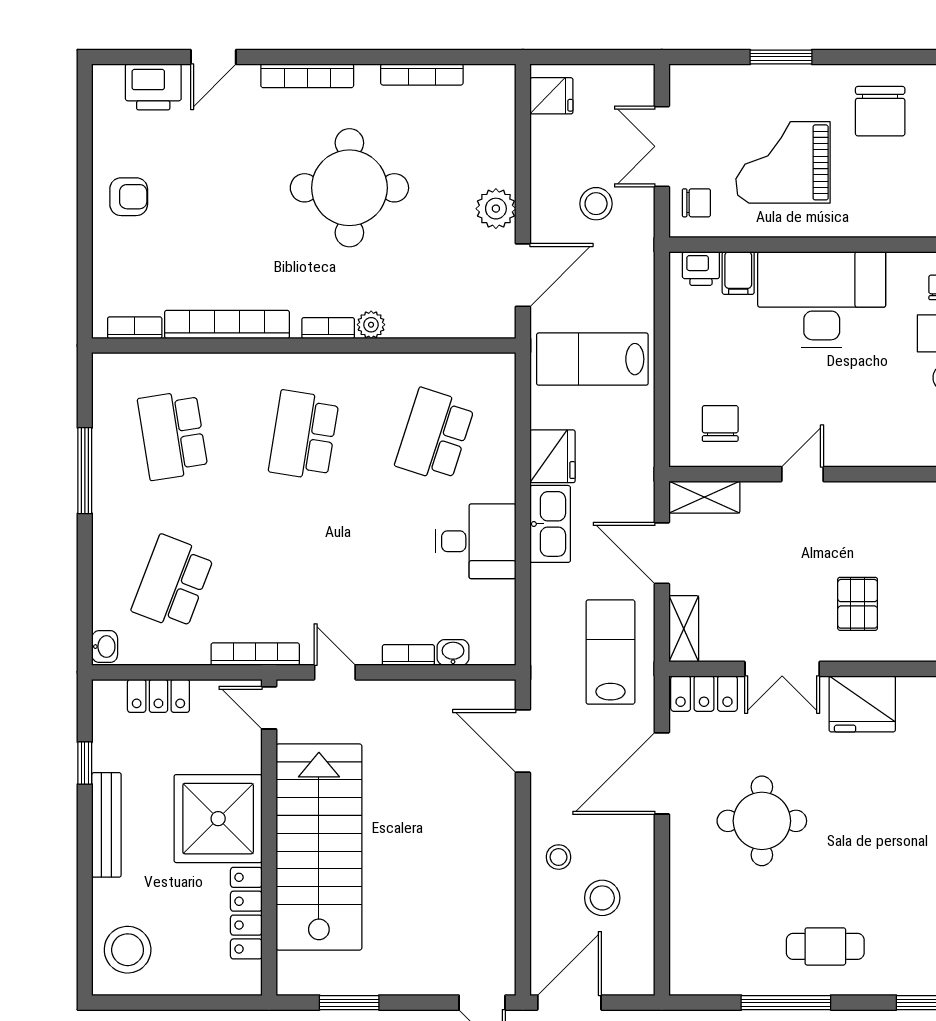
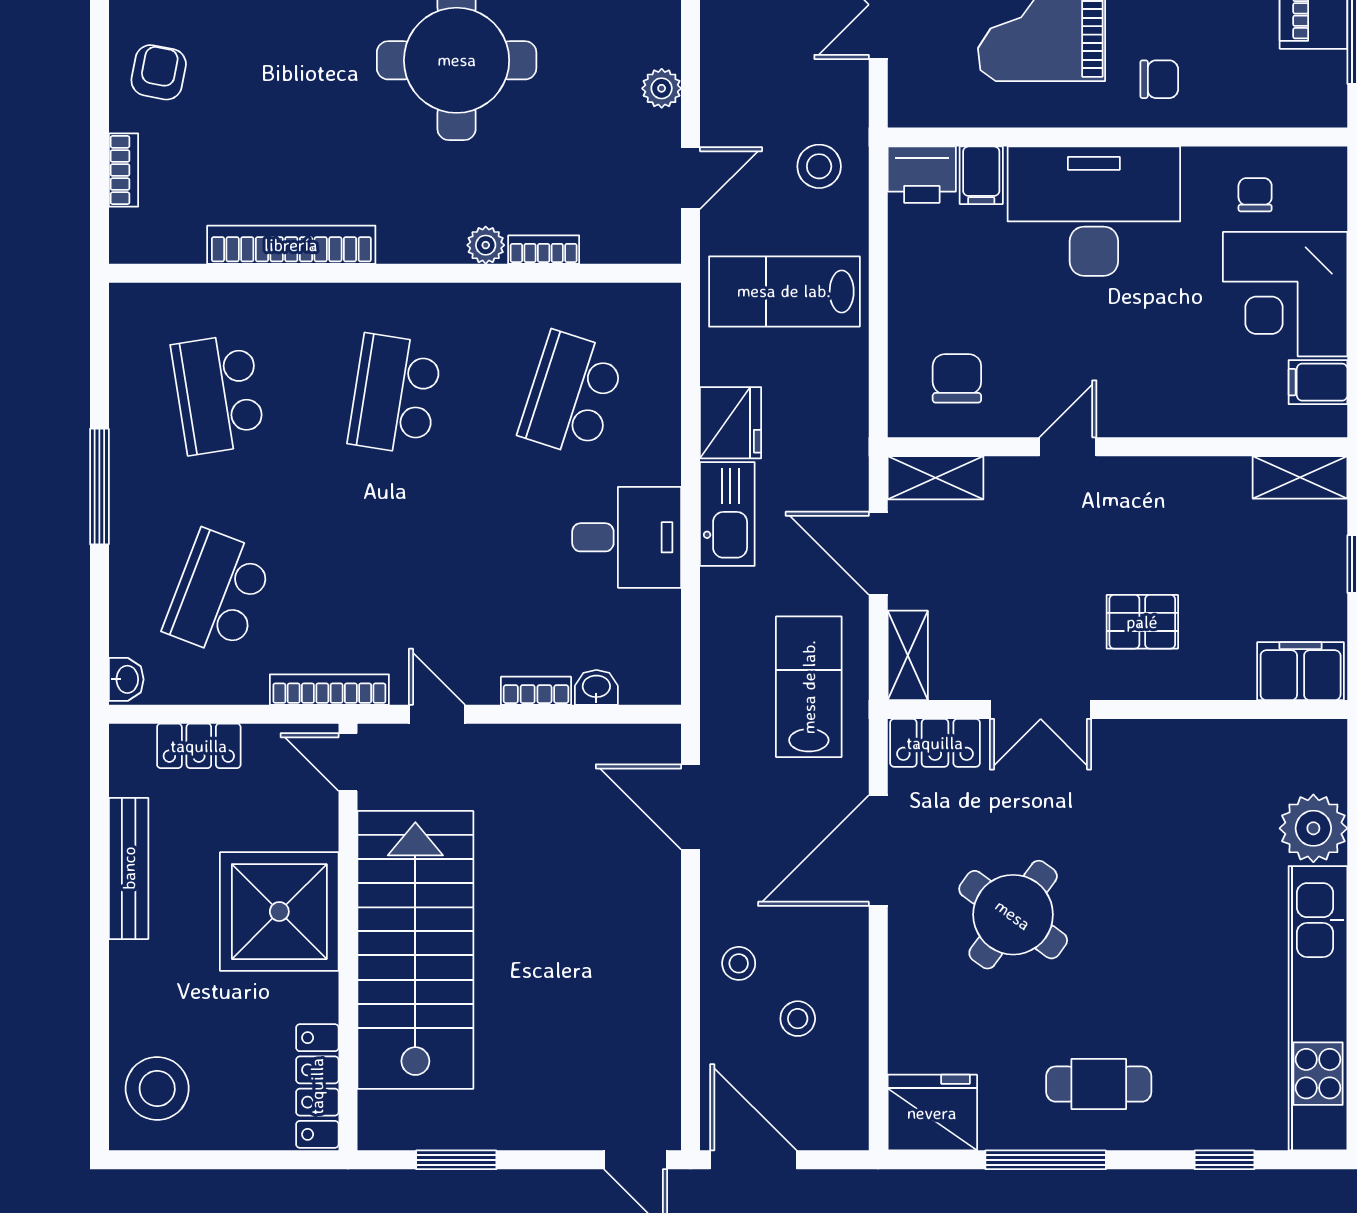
armchair: (129, 197) -> (159, 72), turned -79
chair: (696, 203) -> (1159, 79), moved
stool: (596, 204) -> (819, 166), moved
plant: (496, 209) -> (662, 88), width x0.73, depth x0.73
printer: (701, 268) -> (922, 175), width x1.36, depth x1.24
door: (523, 275) -> (691, 178), width x0.73
bookcase: (135, 328) -> (123, 170), moved, turned 90
bookcase: (328, 328) -> (544, 250), moved
window: (85, 471) -> (99, 487), moved
pallet: (858, 604) -> (1142, 622), turned 90
fridge: (862, 704) -> (932, 1113), moved, turned 180
window: (85, 763) -> (99, 837), removed
round table: (762, 821) -> (1013, 915), turned 36
bench: (106, 825) -> (129, 868), moved
stool: (602, 898) -> (798, 1019), width x0.73, depth x0.73
locker: (246, 913) -> (317, 1086), moved
door: (569, 1003) -> (753, 1160), hinge flipped

